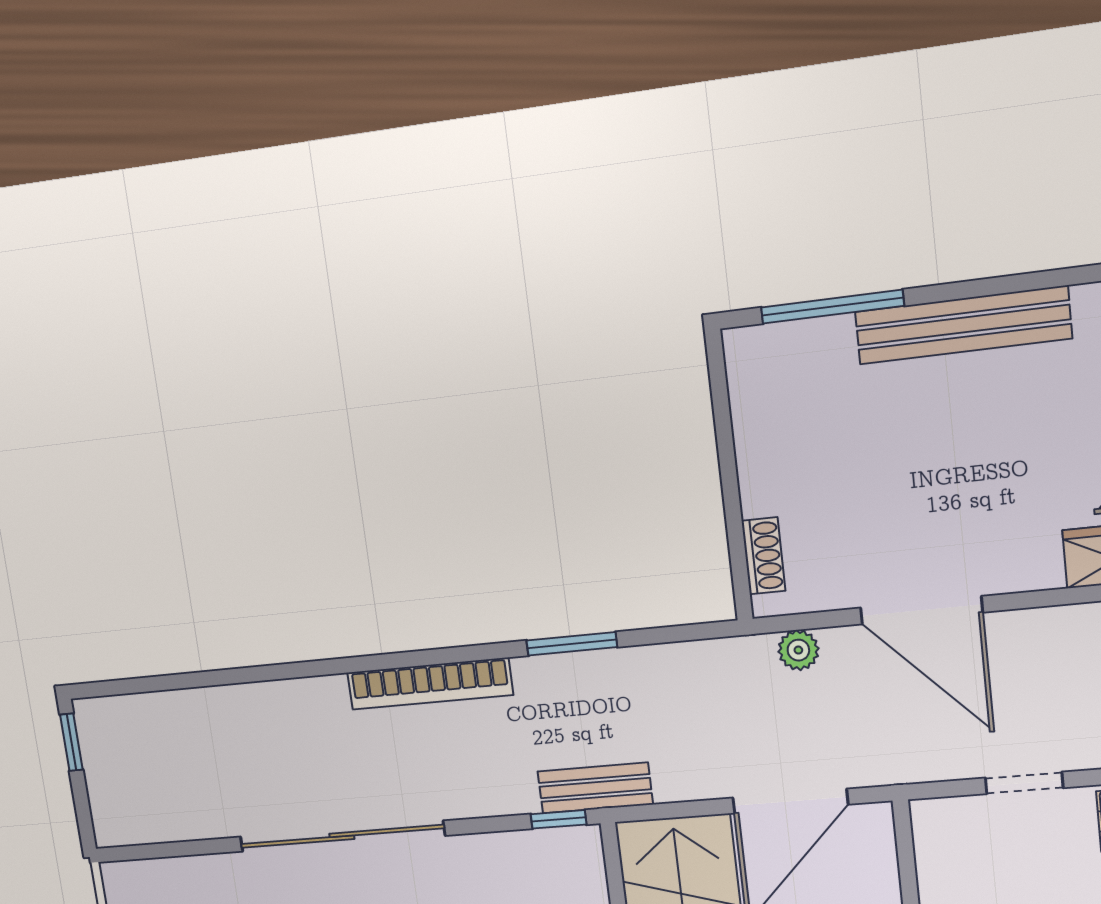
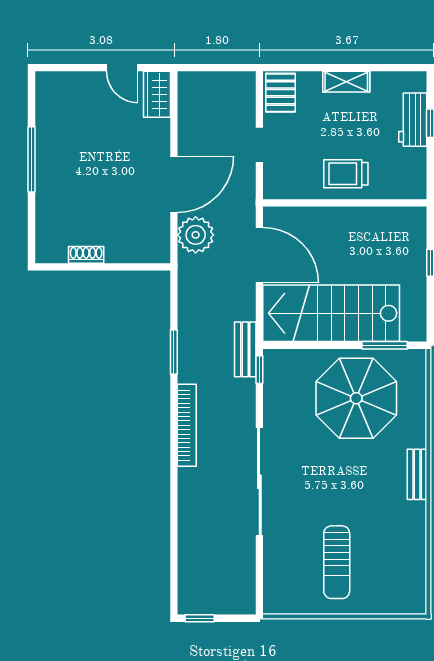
window: (832, 307) -> (32, 159), moved
bench: (963, 325) -> (47, 153), removed
shoe rack: (763, 556) -> (86, 255), moved
plant: (798, 650) -> (196, 235), width x1.88, depth x1.88

